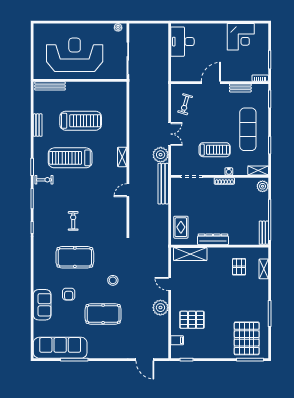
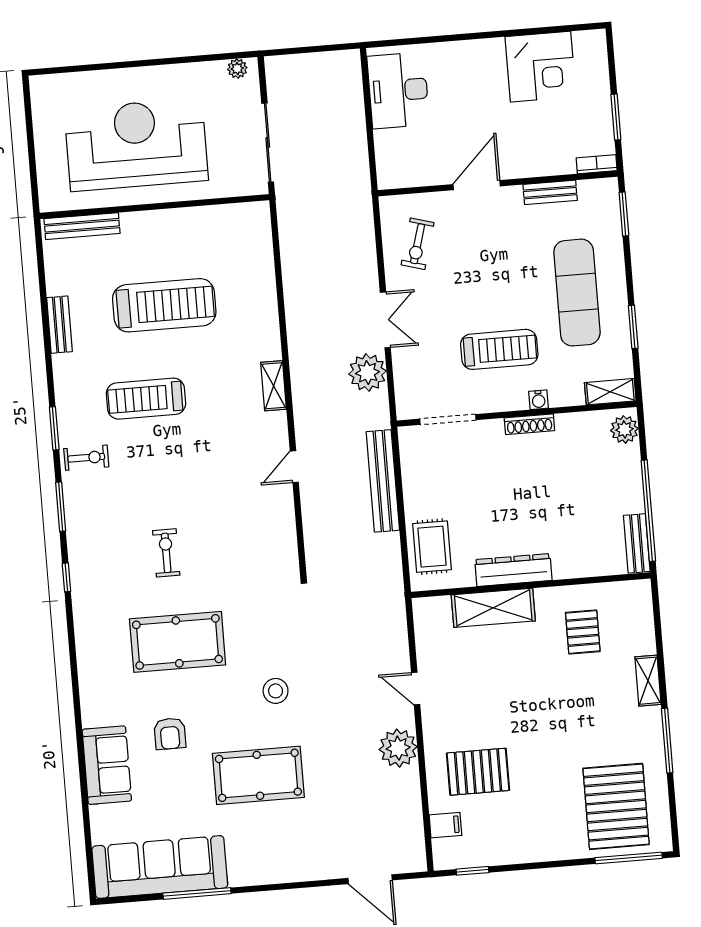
treadmill: (70, 158) -> (146, 399), width x0.73, depth x0.73
bench: (163, 184) -> (383, 481), moved
shelving: (190, 254) -> (493, 608), moved
shelving: (264, 269) -> (648, 681), moved

